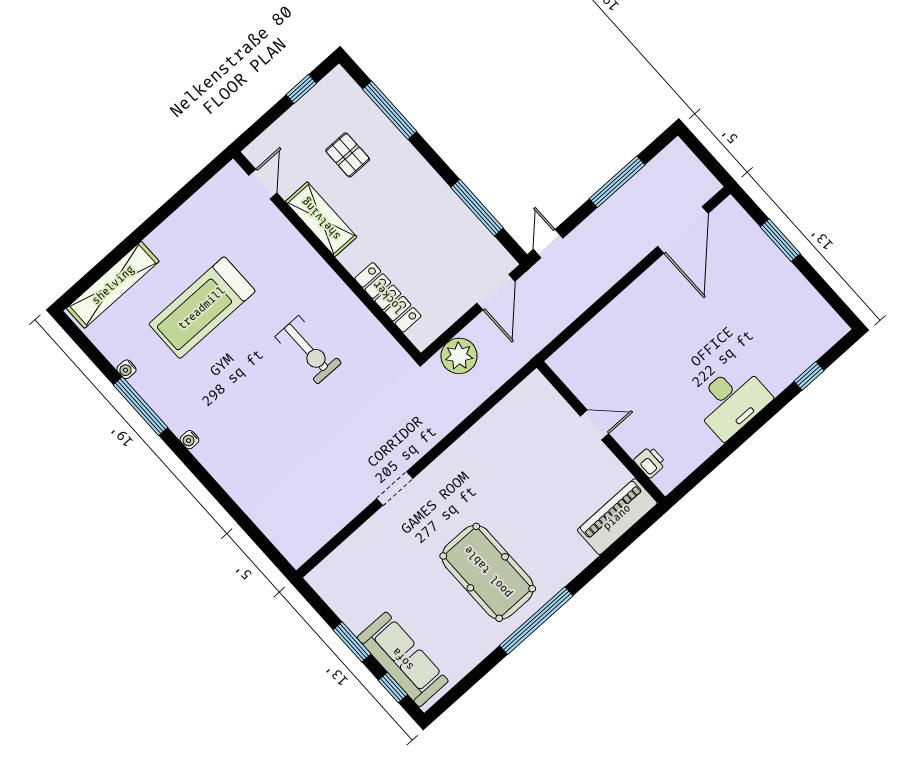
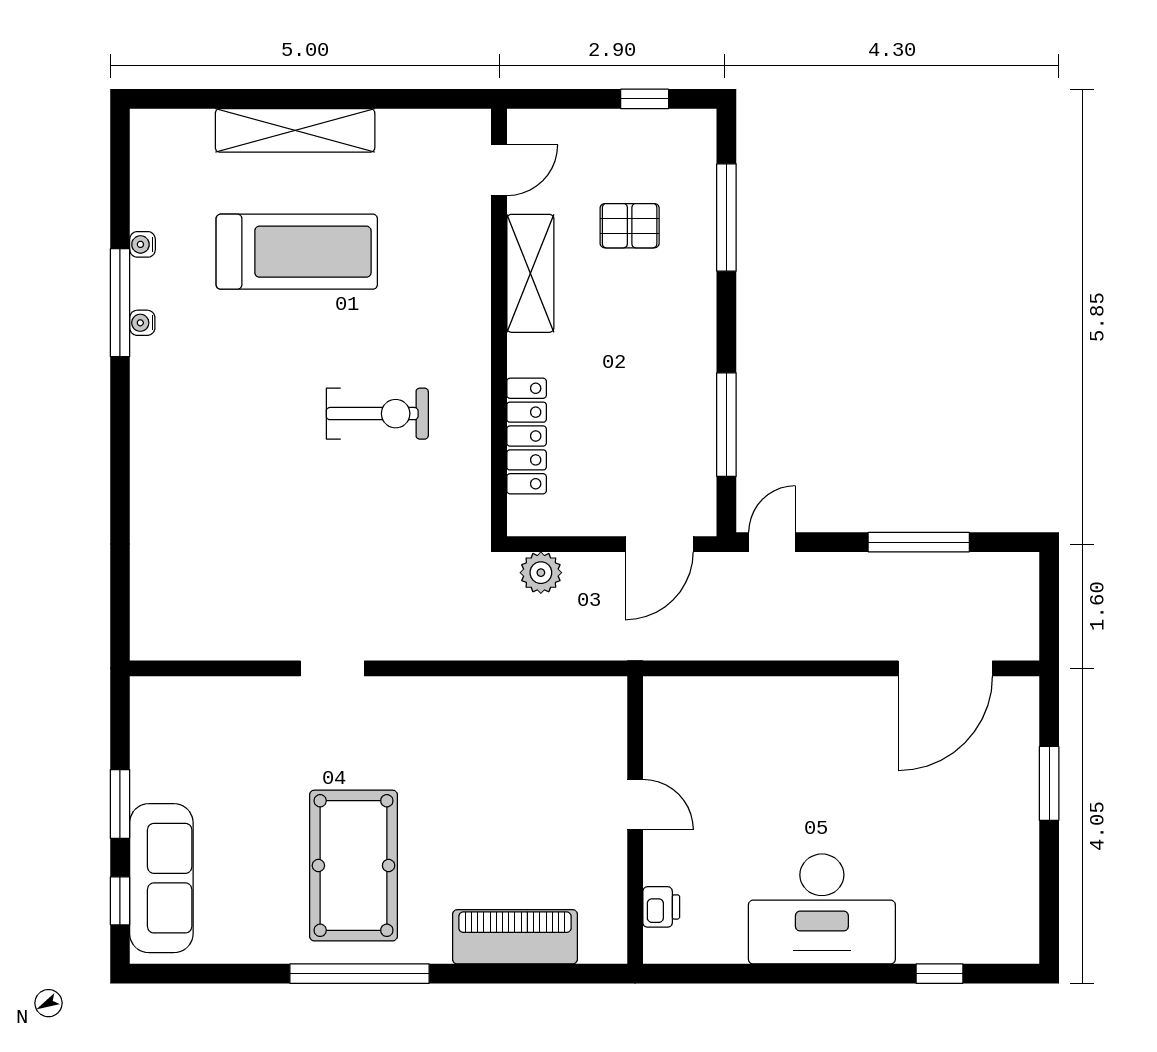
pallet: (348, 155) -> (630, 226), turned 90
shelving: (113, 285) -> (295, 130), moved
treadmill: (202, 308) -> (297, 252), turned 180
exercise bike: (308, 350) -> (377, 414), turned -90
plant: (459, 356) -> (541, 573), width x0.73, depth x0.73
desk: (732, 401) -> (822, 909), width x1.36, depth x1.30
water cooler: (189, 440) -> (142, 323), moved
piano: (617, 517) -> (515, 937), moved

